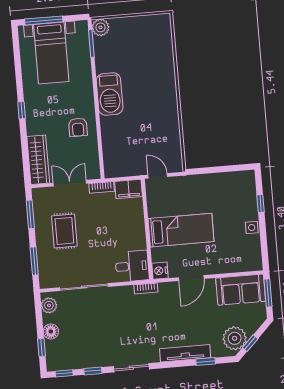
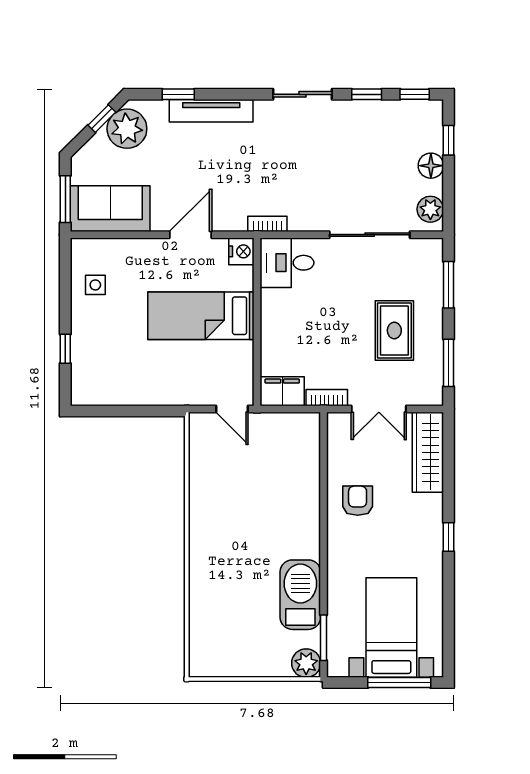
barbecue: (110, 94) -> (300, 595), moved
side table: (252, 228) -> (95, 285), moved

